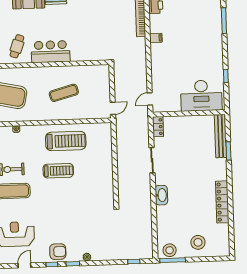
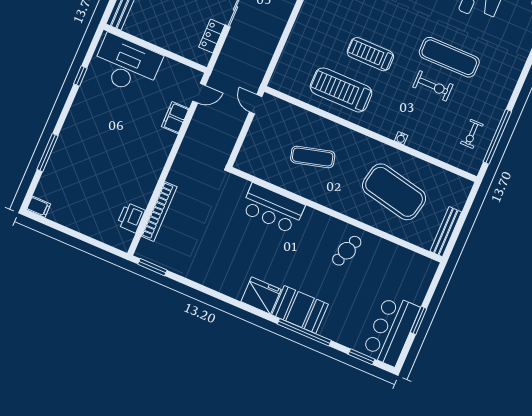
filing cabinet: (156, 38) -> (175, 118), moved, width x2.00
bar counter: (51, 52) -> (273, 208), moved
door: (113, 108) -> (256, 104), hinge flipped
locker: (158, 127) -> (212, 36), moved

